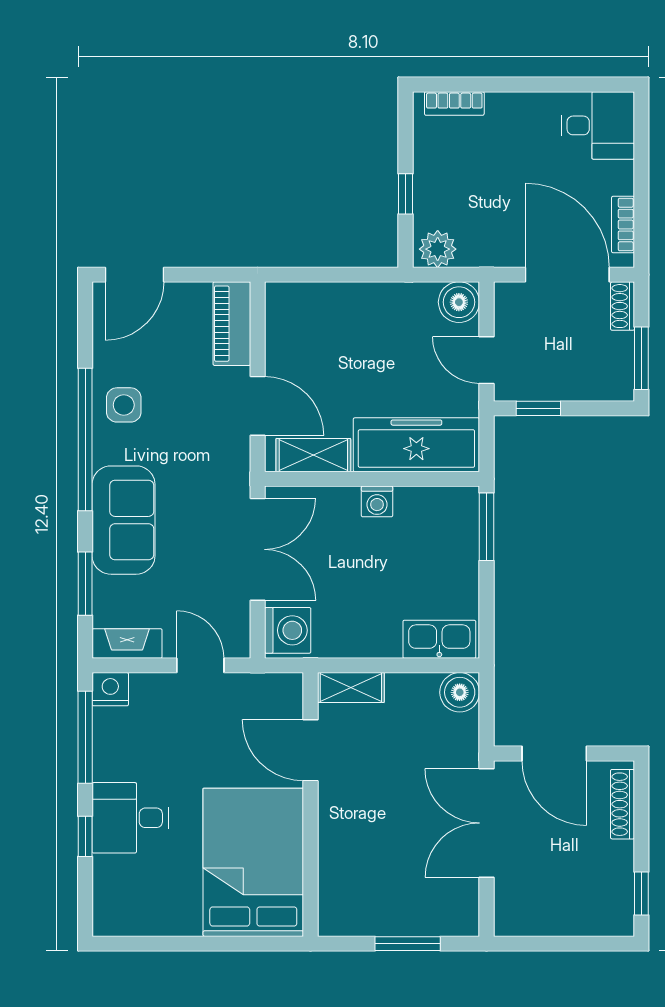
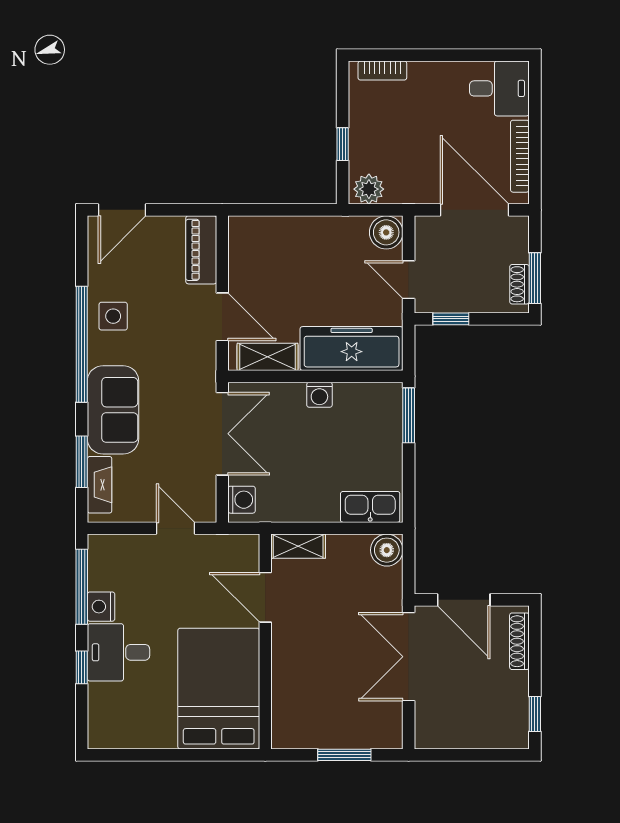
bookcase: (623, 225) -> (520, 156), width x1.56
shoe rack: (623, 306) -> (519, 284), moved
washing machine: (288, 630) -> (242, 500), width x0.73, depth x0.73
fireplace: (127, 643) -> (100, 485), moved, turned 90
nightstand: (110, 689) -> (101, 607), moved, turned -90

